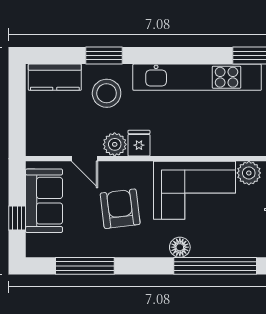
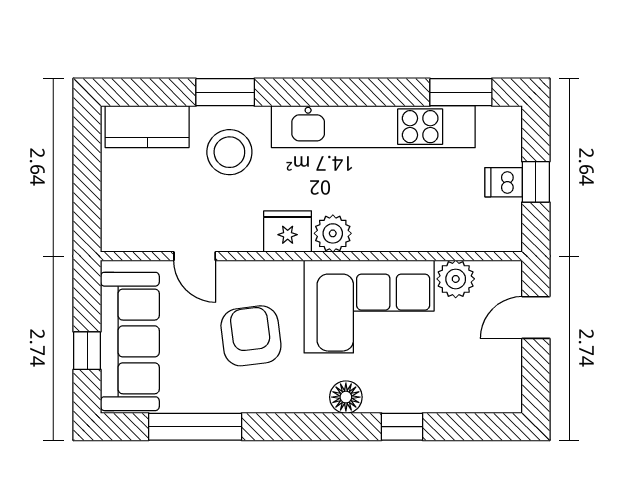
fridge: (139, 143) -> (288, 231), width x1.38
plant: (115, 144) -> (333, 233), moved
sofa: (44, 201) -> (130, 341), width x1.36
window: (215, 266) -> (402, 427), width x0.32

